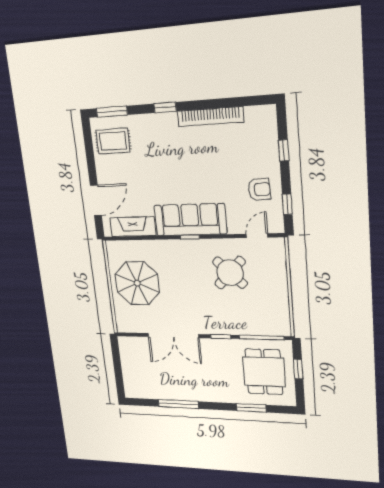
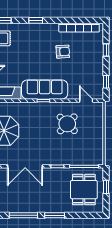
bookcase: (210, 117) -> (79, 28), moved
armchair: (259, 190) -> (63, 52), moved
door: (257, 236) -> (86, 101), hinge flipped
window: (251, 408) -> (55, 215), moved

